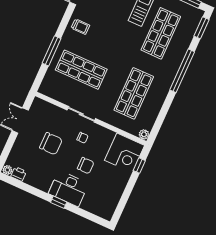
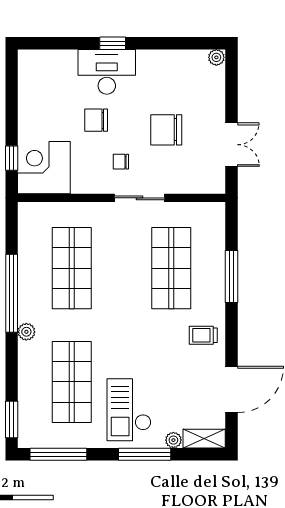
shop shelf: (81, 70) -> (171, 268), turned 90
window: (182, 71) -> (12, 293), moved
plant: (144, 134) -> (26, 332), moved
printer: (19, 174) -> (196, 59), removed

